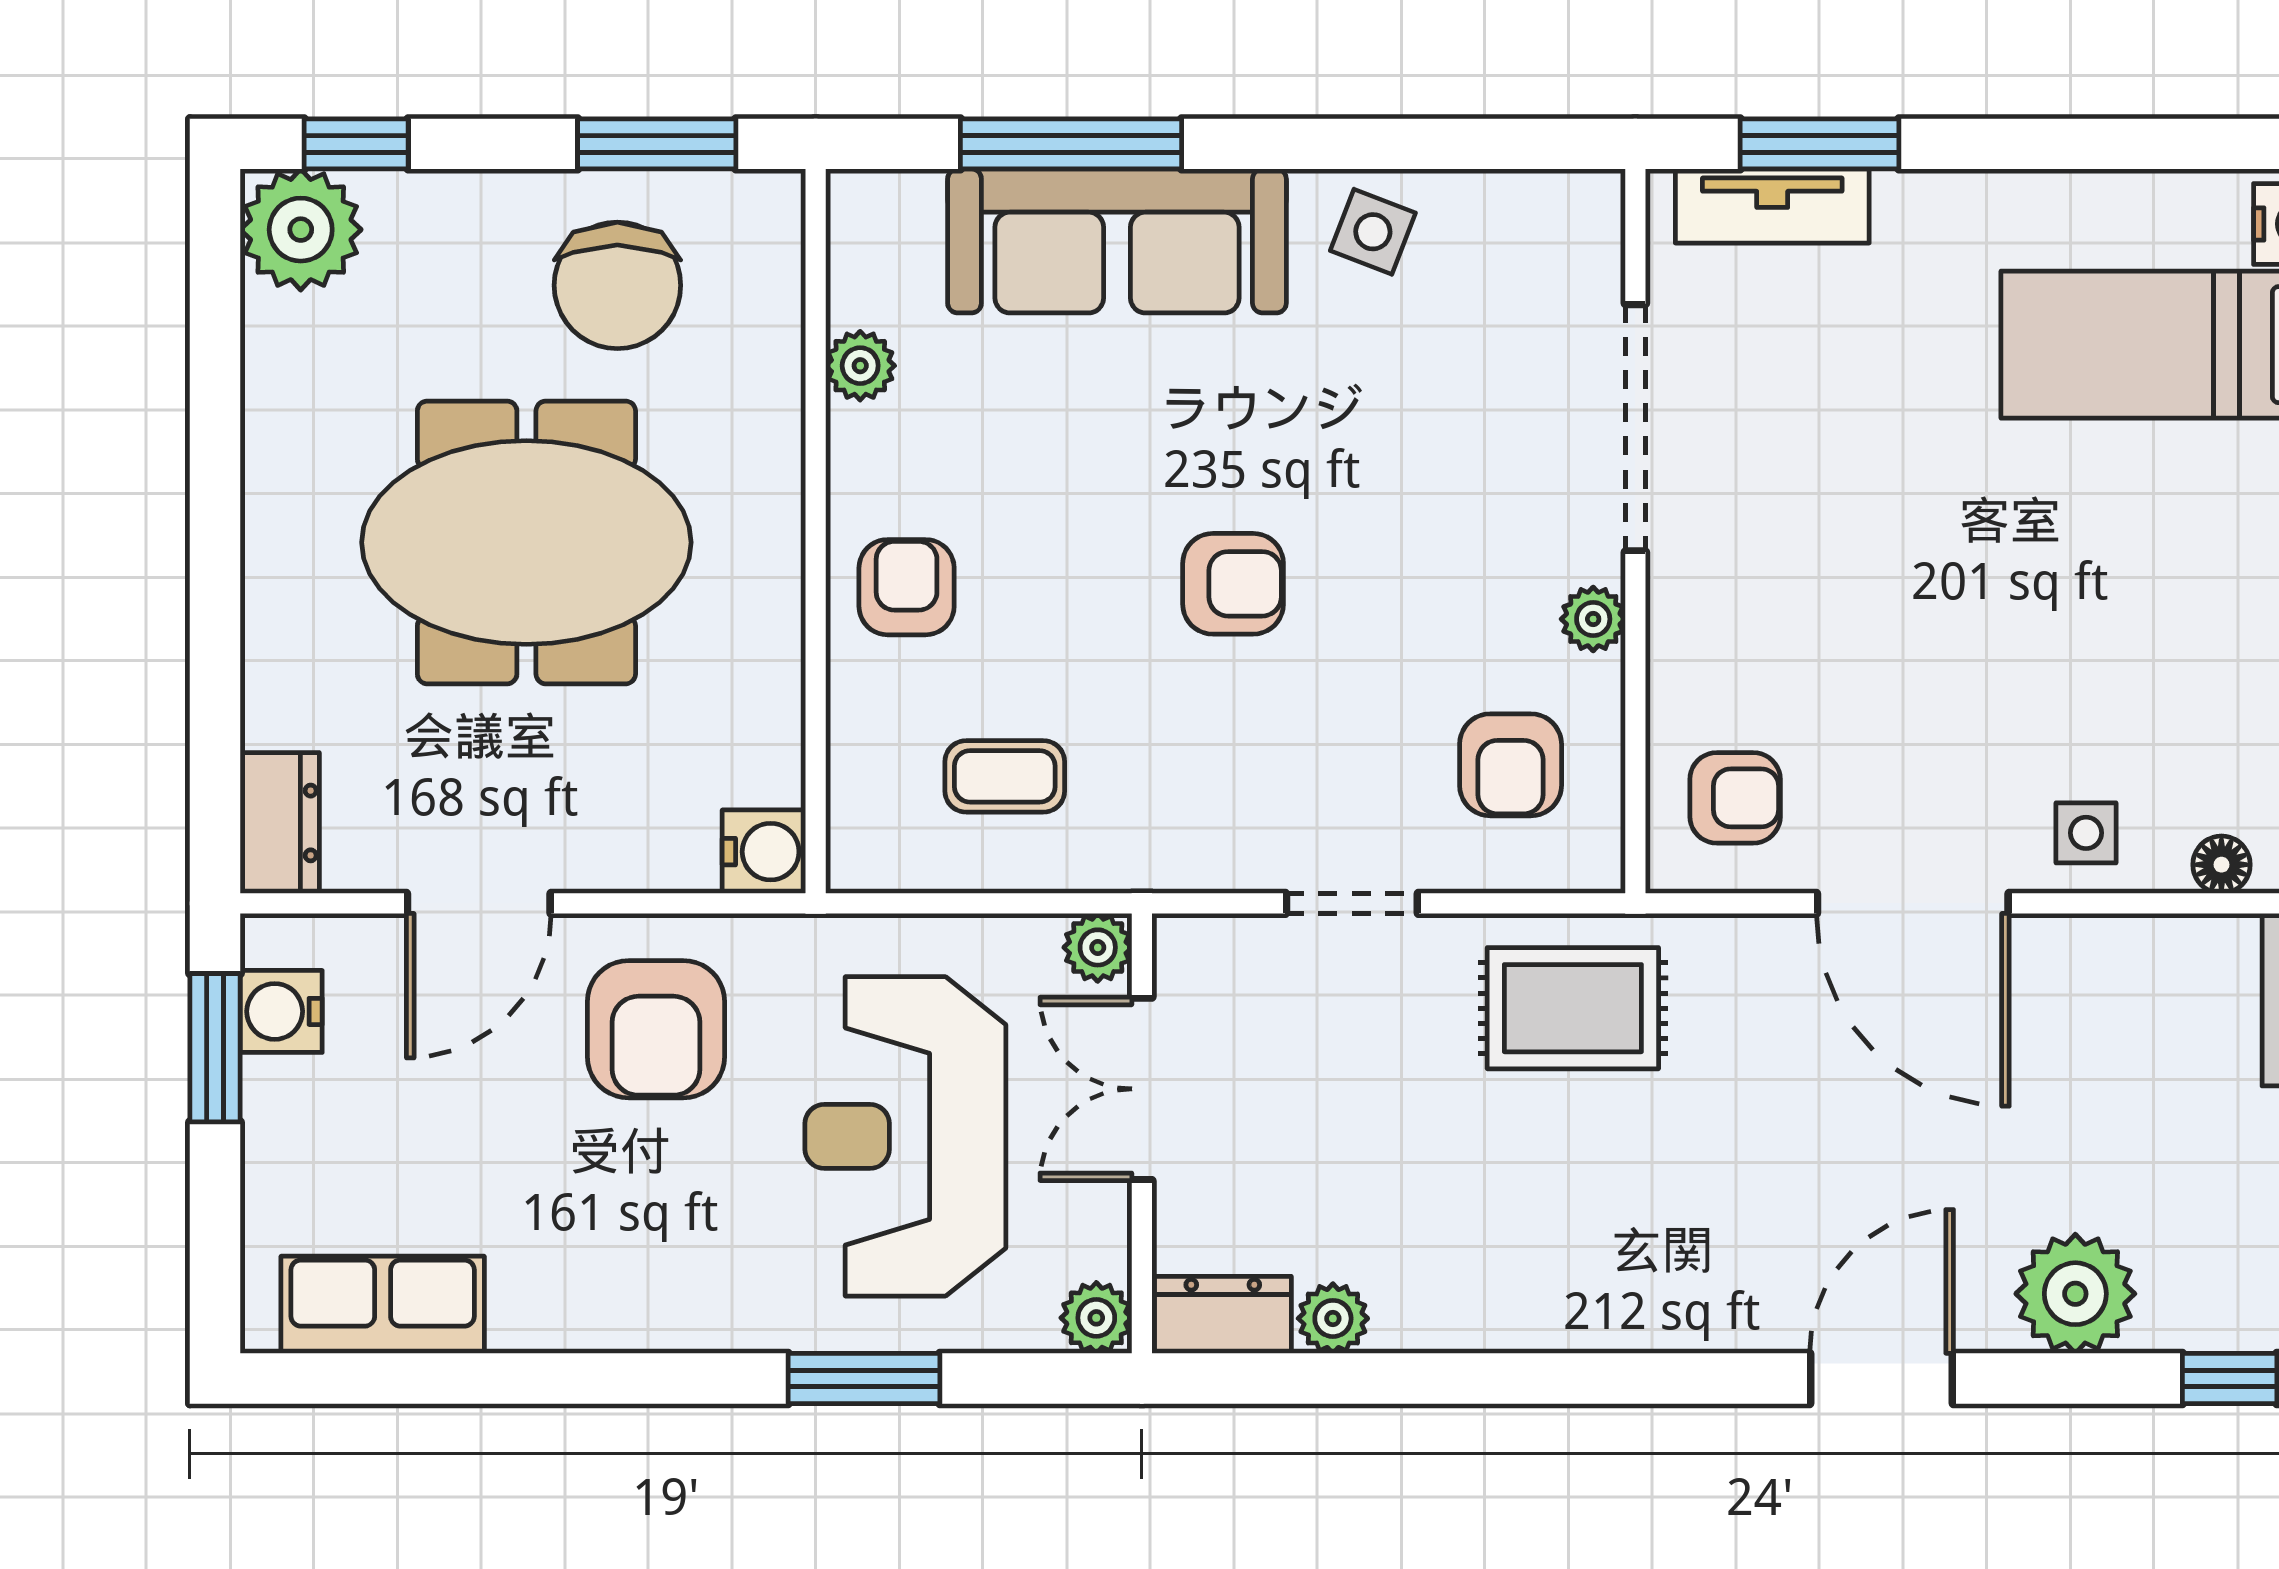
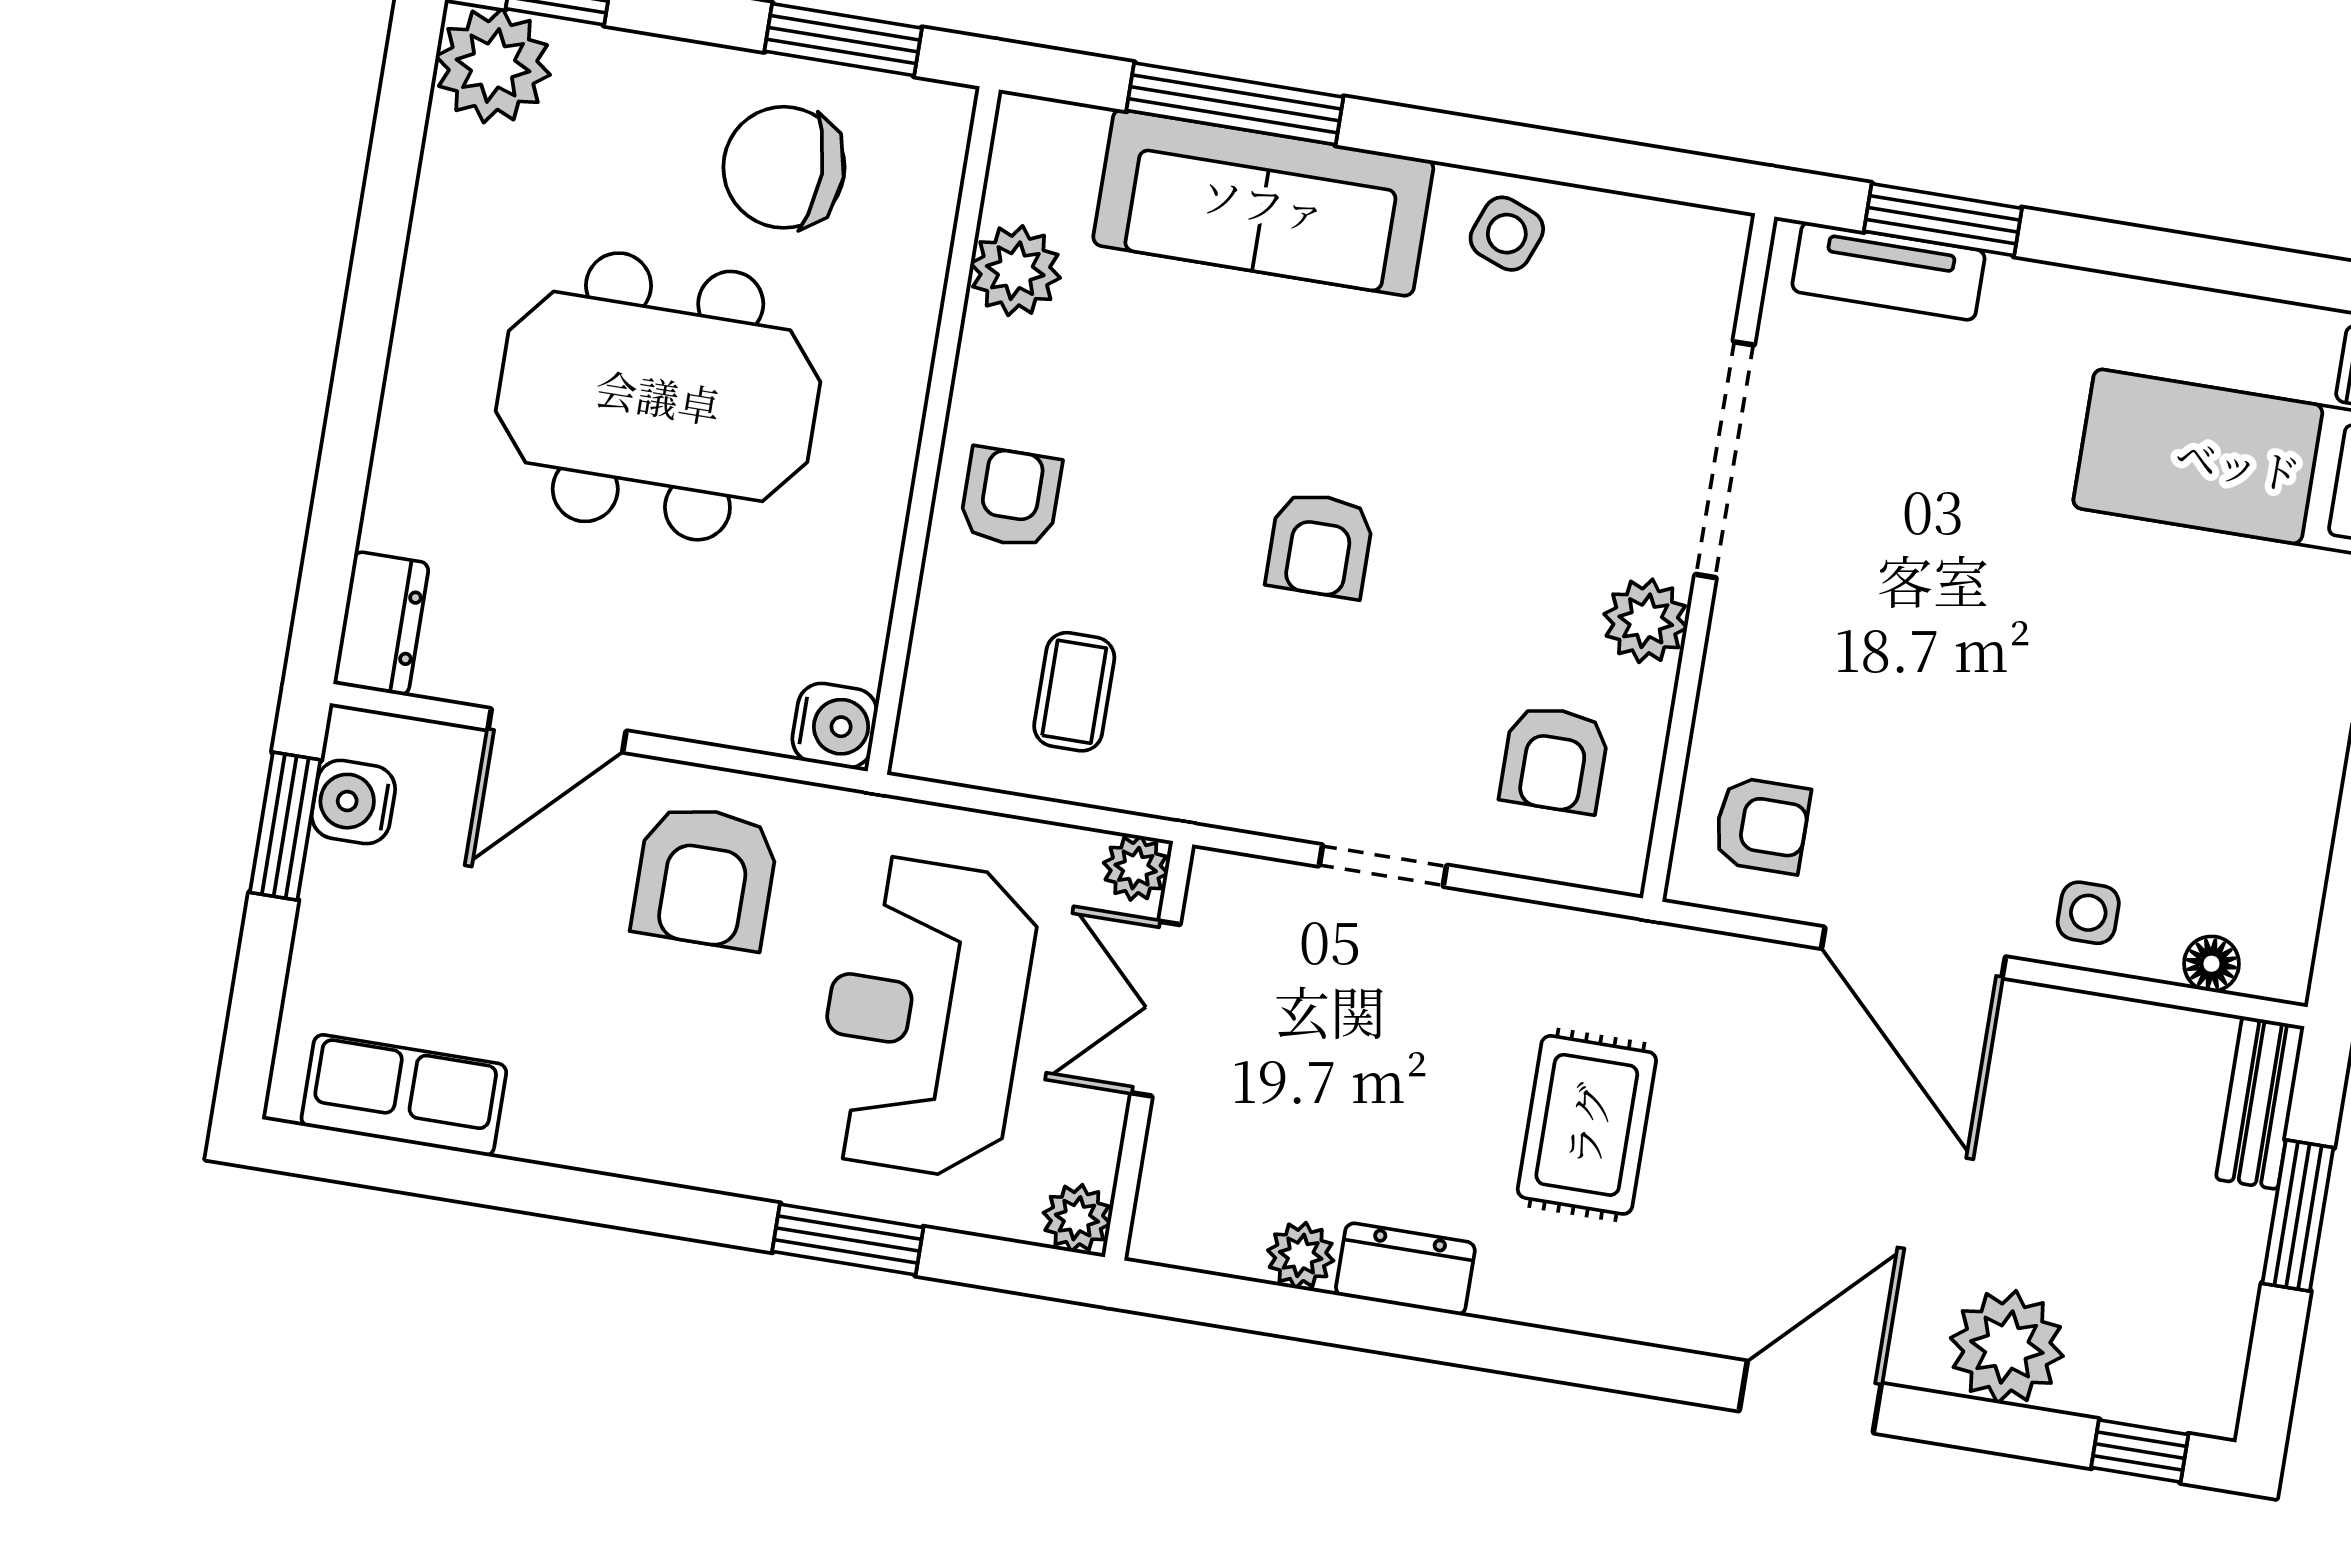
chair: (617, 285) -> (784, 167), turned 90
plant: (860, 366) -> (1015, 271), width x1.38, depth x1.38
armchair: (1233, 584) -> (1320, 545), turned 90
plant: (1593, 619) -> (1646, 621), width x1.38, depth x1.38
coffee table: (1005, 776) -> (1074, 692), turned 90
rug: (1573, 1008) -> (1587, 1125), moved, turned 90
dresser: (1223, 1315) -> (1405, 1269), moved

